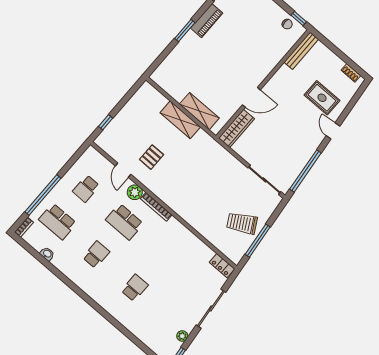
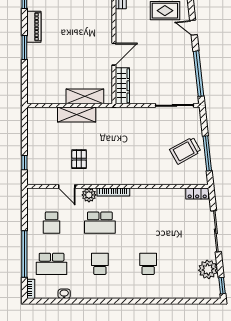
plant: (182, 336) -> (208, 269), width x1.88, depth x1.88

